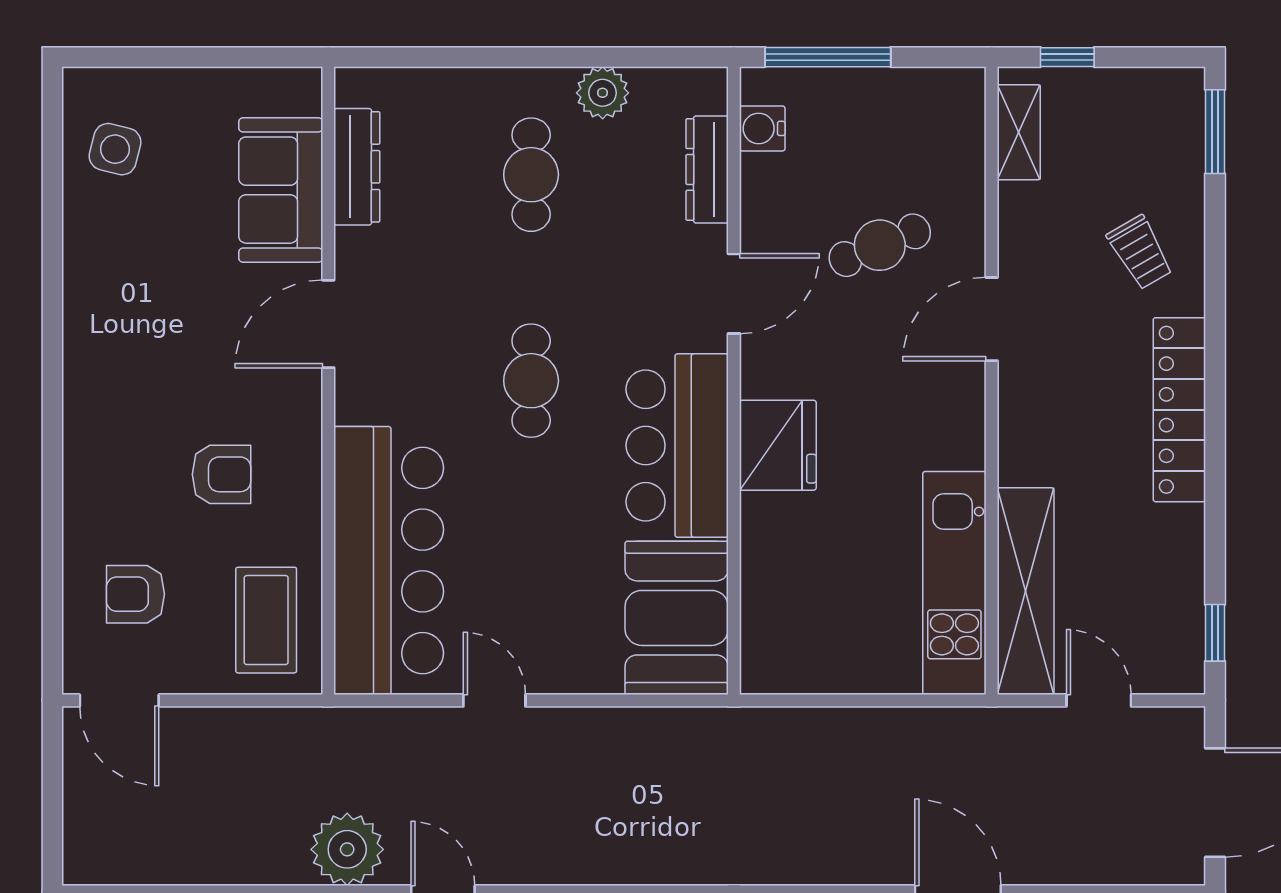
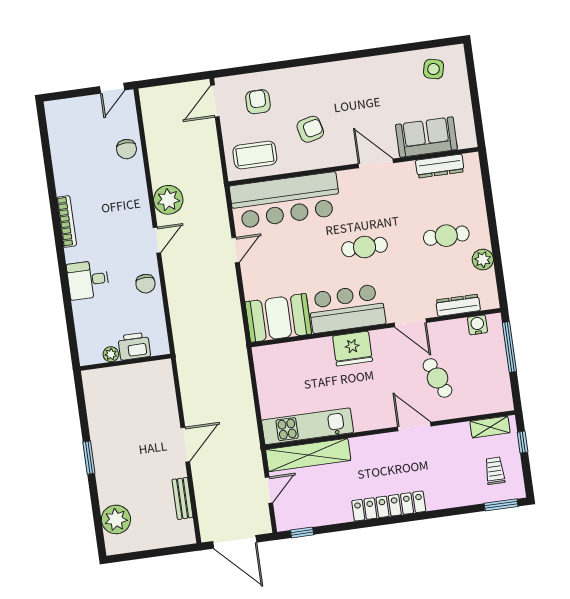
trolley: (1140, 252) -> (495, 471), moved, turned 120
armchair: (221, 474) -> (310, 129), turned -104

